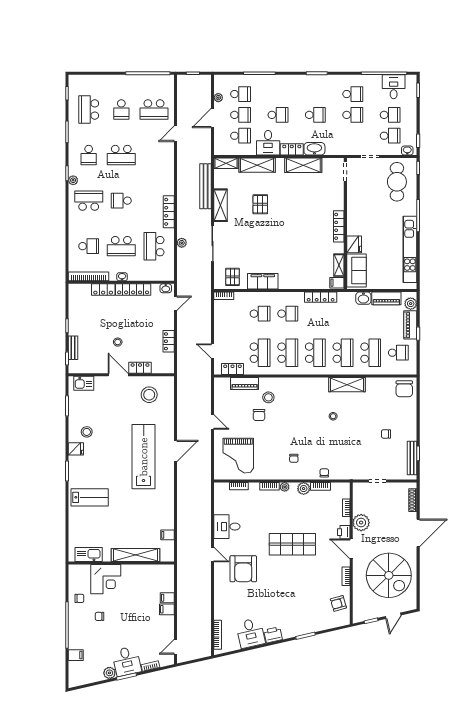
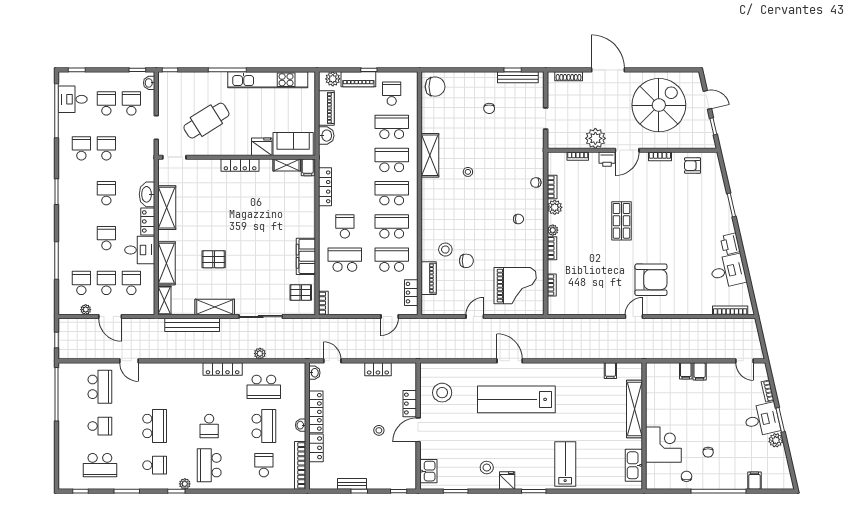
cafe table: (397, 182) -> (206, 121), moved, turned -32
school desk: (260, 314) -> (345, 260), width x1.85
bench: (73, 348) -> (352, 484), moved
desk: (227, 527) -> (600, 299), removed
shop shelf: (292, 544) -> (621, 221), width x0.70, depth x0.74
armchair: (338, 603) -> (693, 166), turned 106

